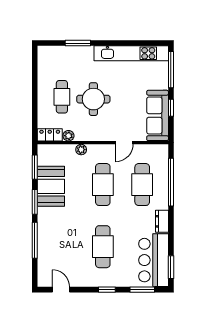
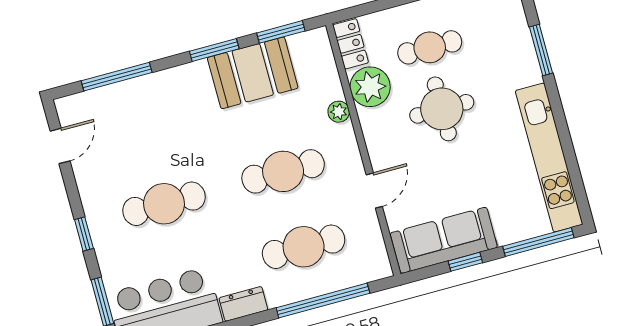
plant: (68, 136) -> (370, 87), width x1.88, depth x1.88
door: (124, 143) -> (374, 191), swing flipped
window: (35, 240) -> (117, 77), moved

